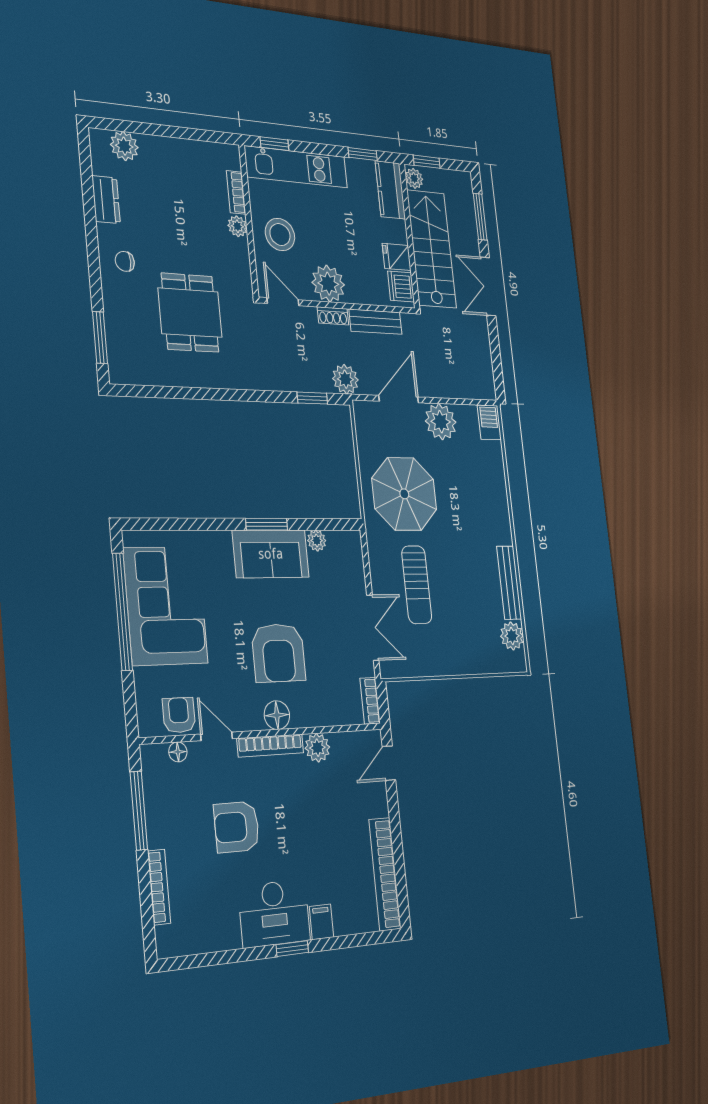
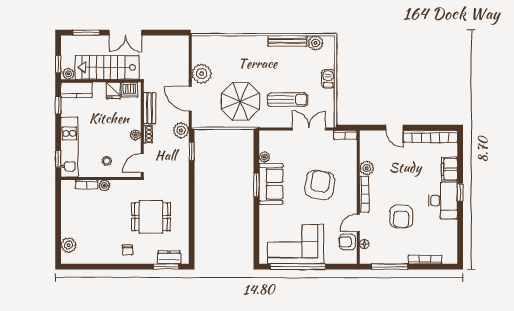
dresser: (106, 200) -> (169, 257), moved
stool: (280, 235) -> (107, 161), width x0.53, depth x0.53
plant: (328, 284) -> (135, 135), width x0.53, depth x0.53
barbecue: (489, 422) -> (328, 79), moved, turned 90
armchair: (278, 653) -> (320, 185), turned -80
floor lamp: (277, 715) -> (350, 189), removed
door: (389, 763) -> (394, 128), moved
filing cabinet: (321, 922) -> (449, 169), width x2.00

